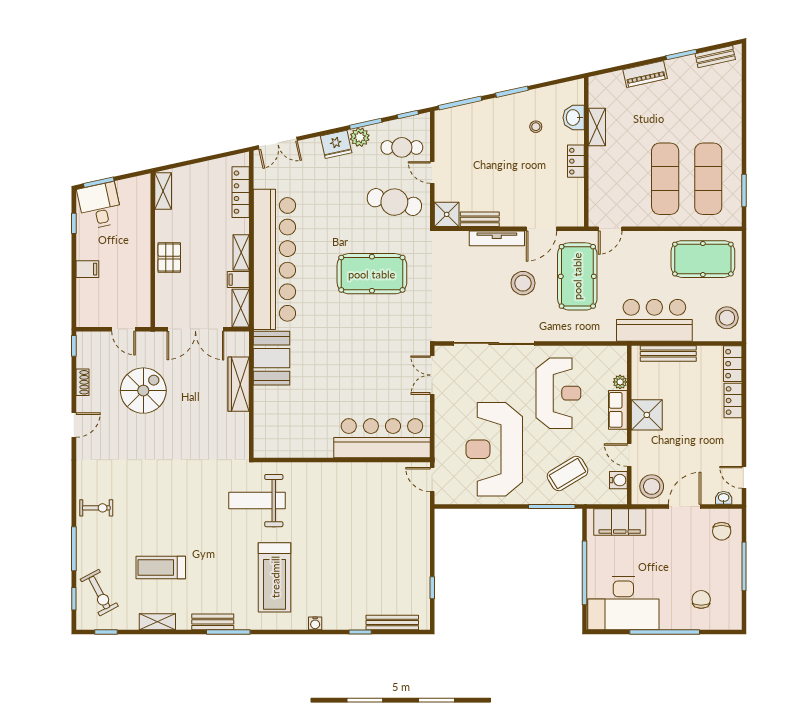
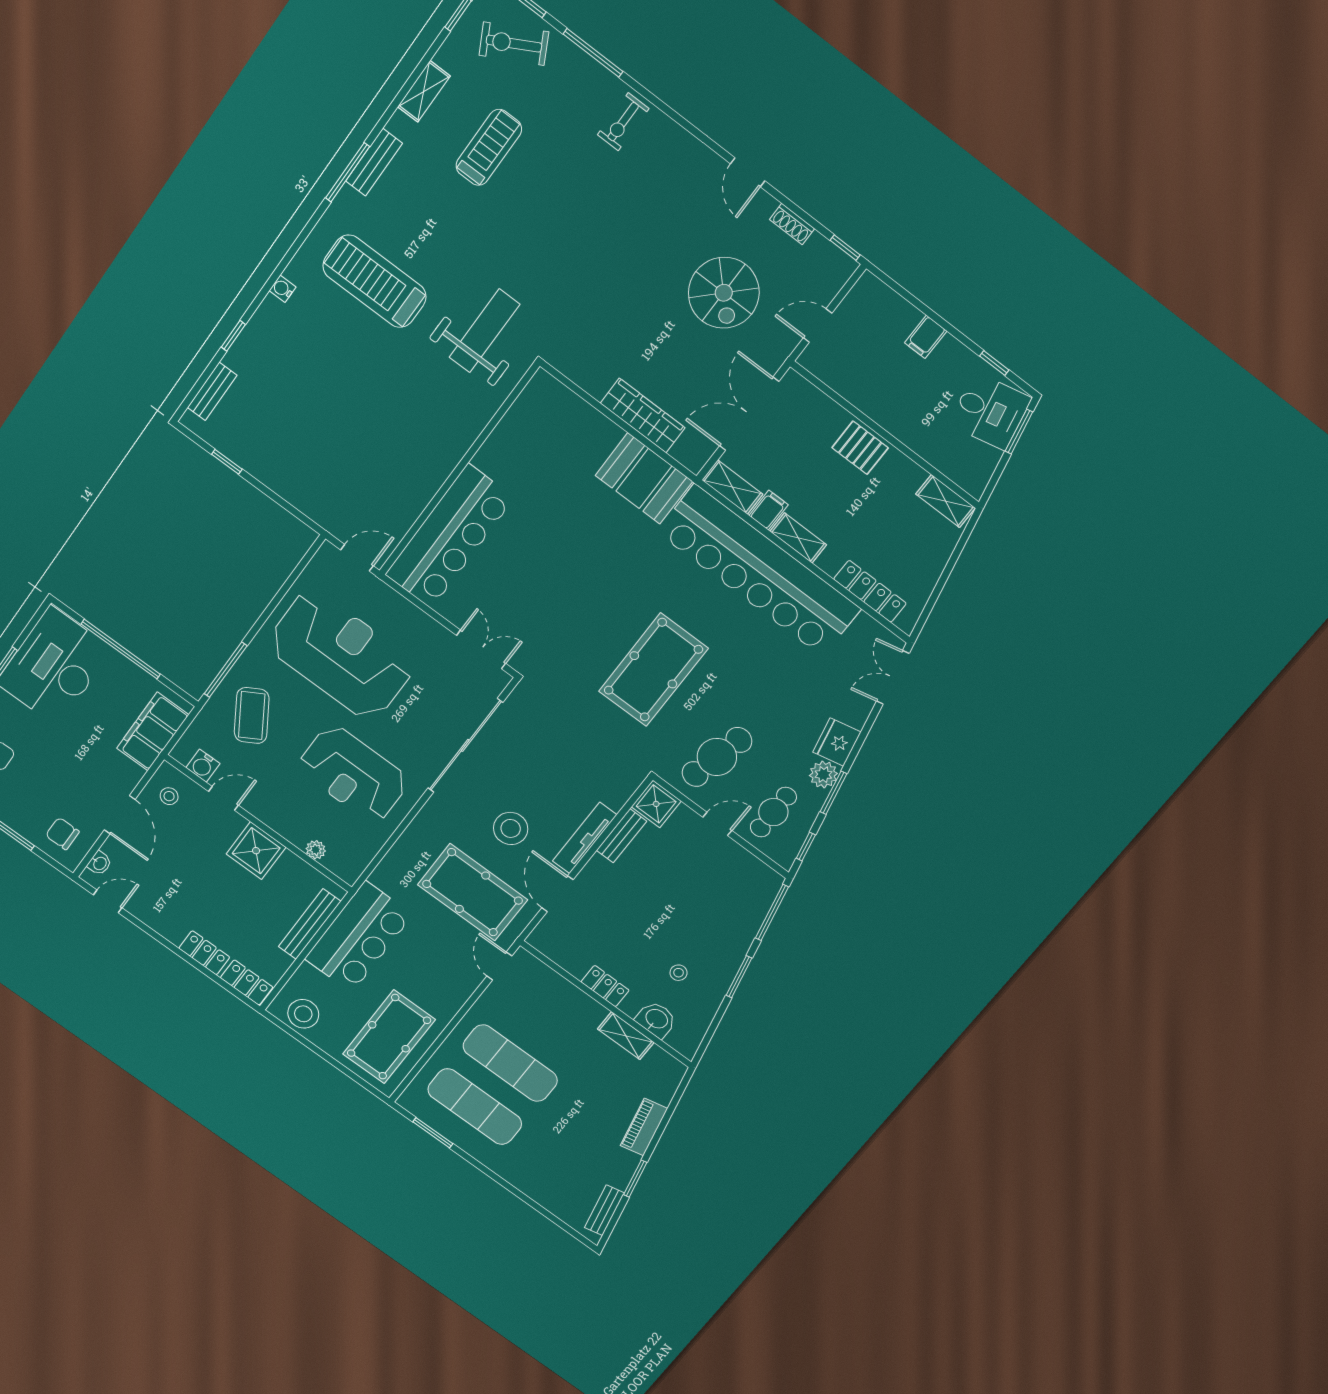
row of seats: (618, 410) -> (285, 824), removed
stool: (652, 486) -> (169, 796), width x0.53, depth x0.53
bench: (392, 622) -> (212, 391), width x0.73

